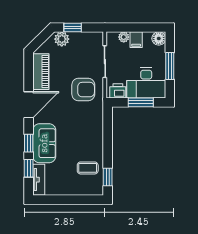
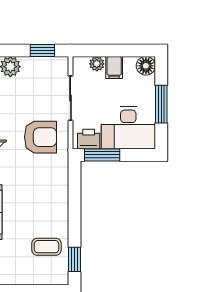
window: (73, 27) -> (42, 50), moved
window: (141, 102) -> (102, 155), moved

